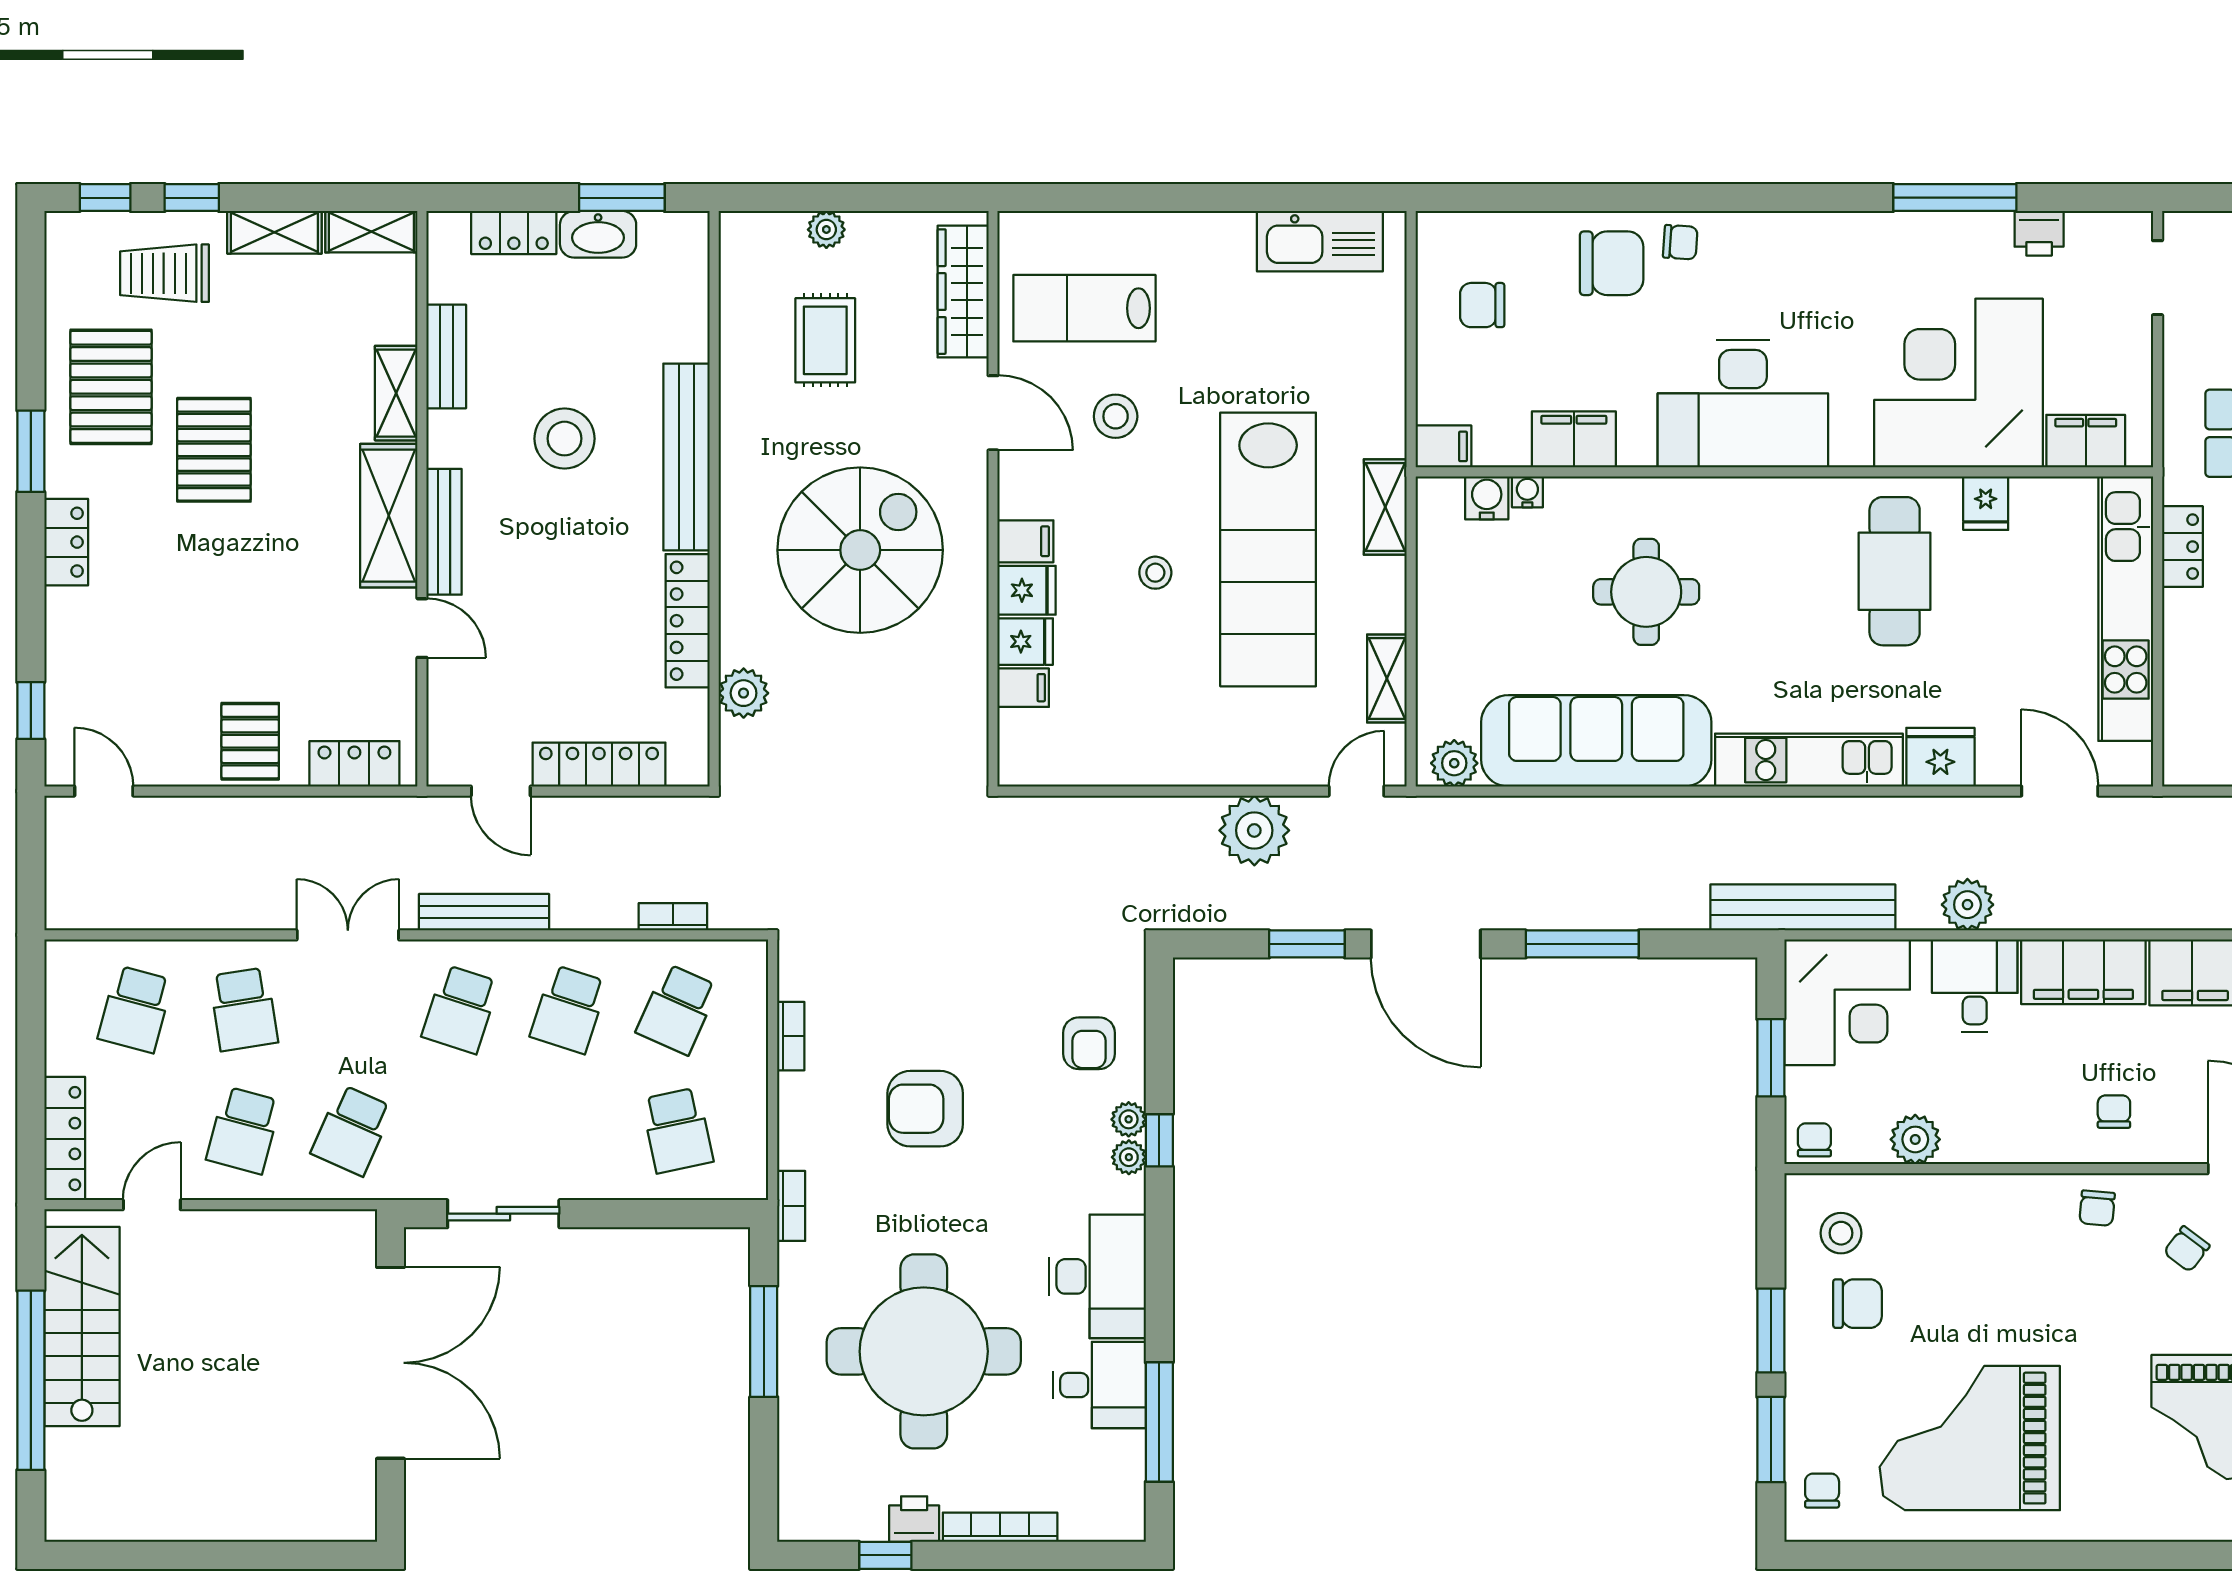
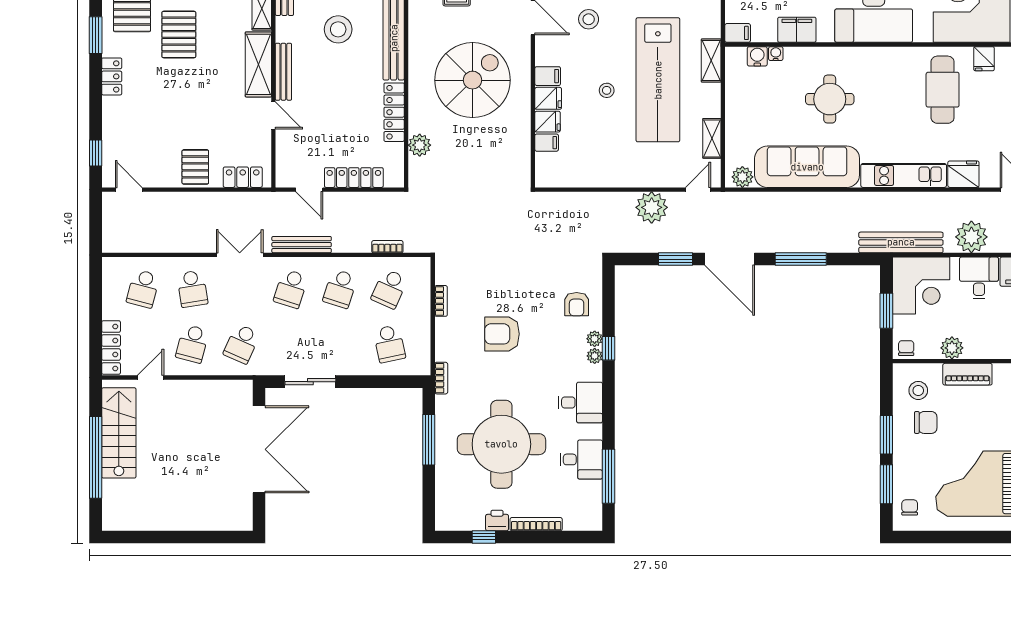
plant: (1967, 905) -> (971, 237), width x1.36, depth x1.36
piano: (1949, 1197) -> (967, 374), added
desk: (1097, 1276) -> (580, 403), width x0.73

